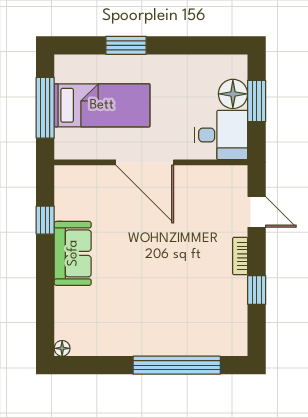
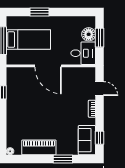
sofa: (73, 253) -> (87, 140), moved, turned 180
window: (257, 290) -> (100, 138), moved
piano: (125, 340) -> (39, 147), added
window: (177, 365) -> (63, 159), width x0.47

